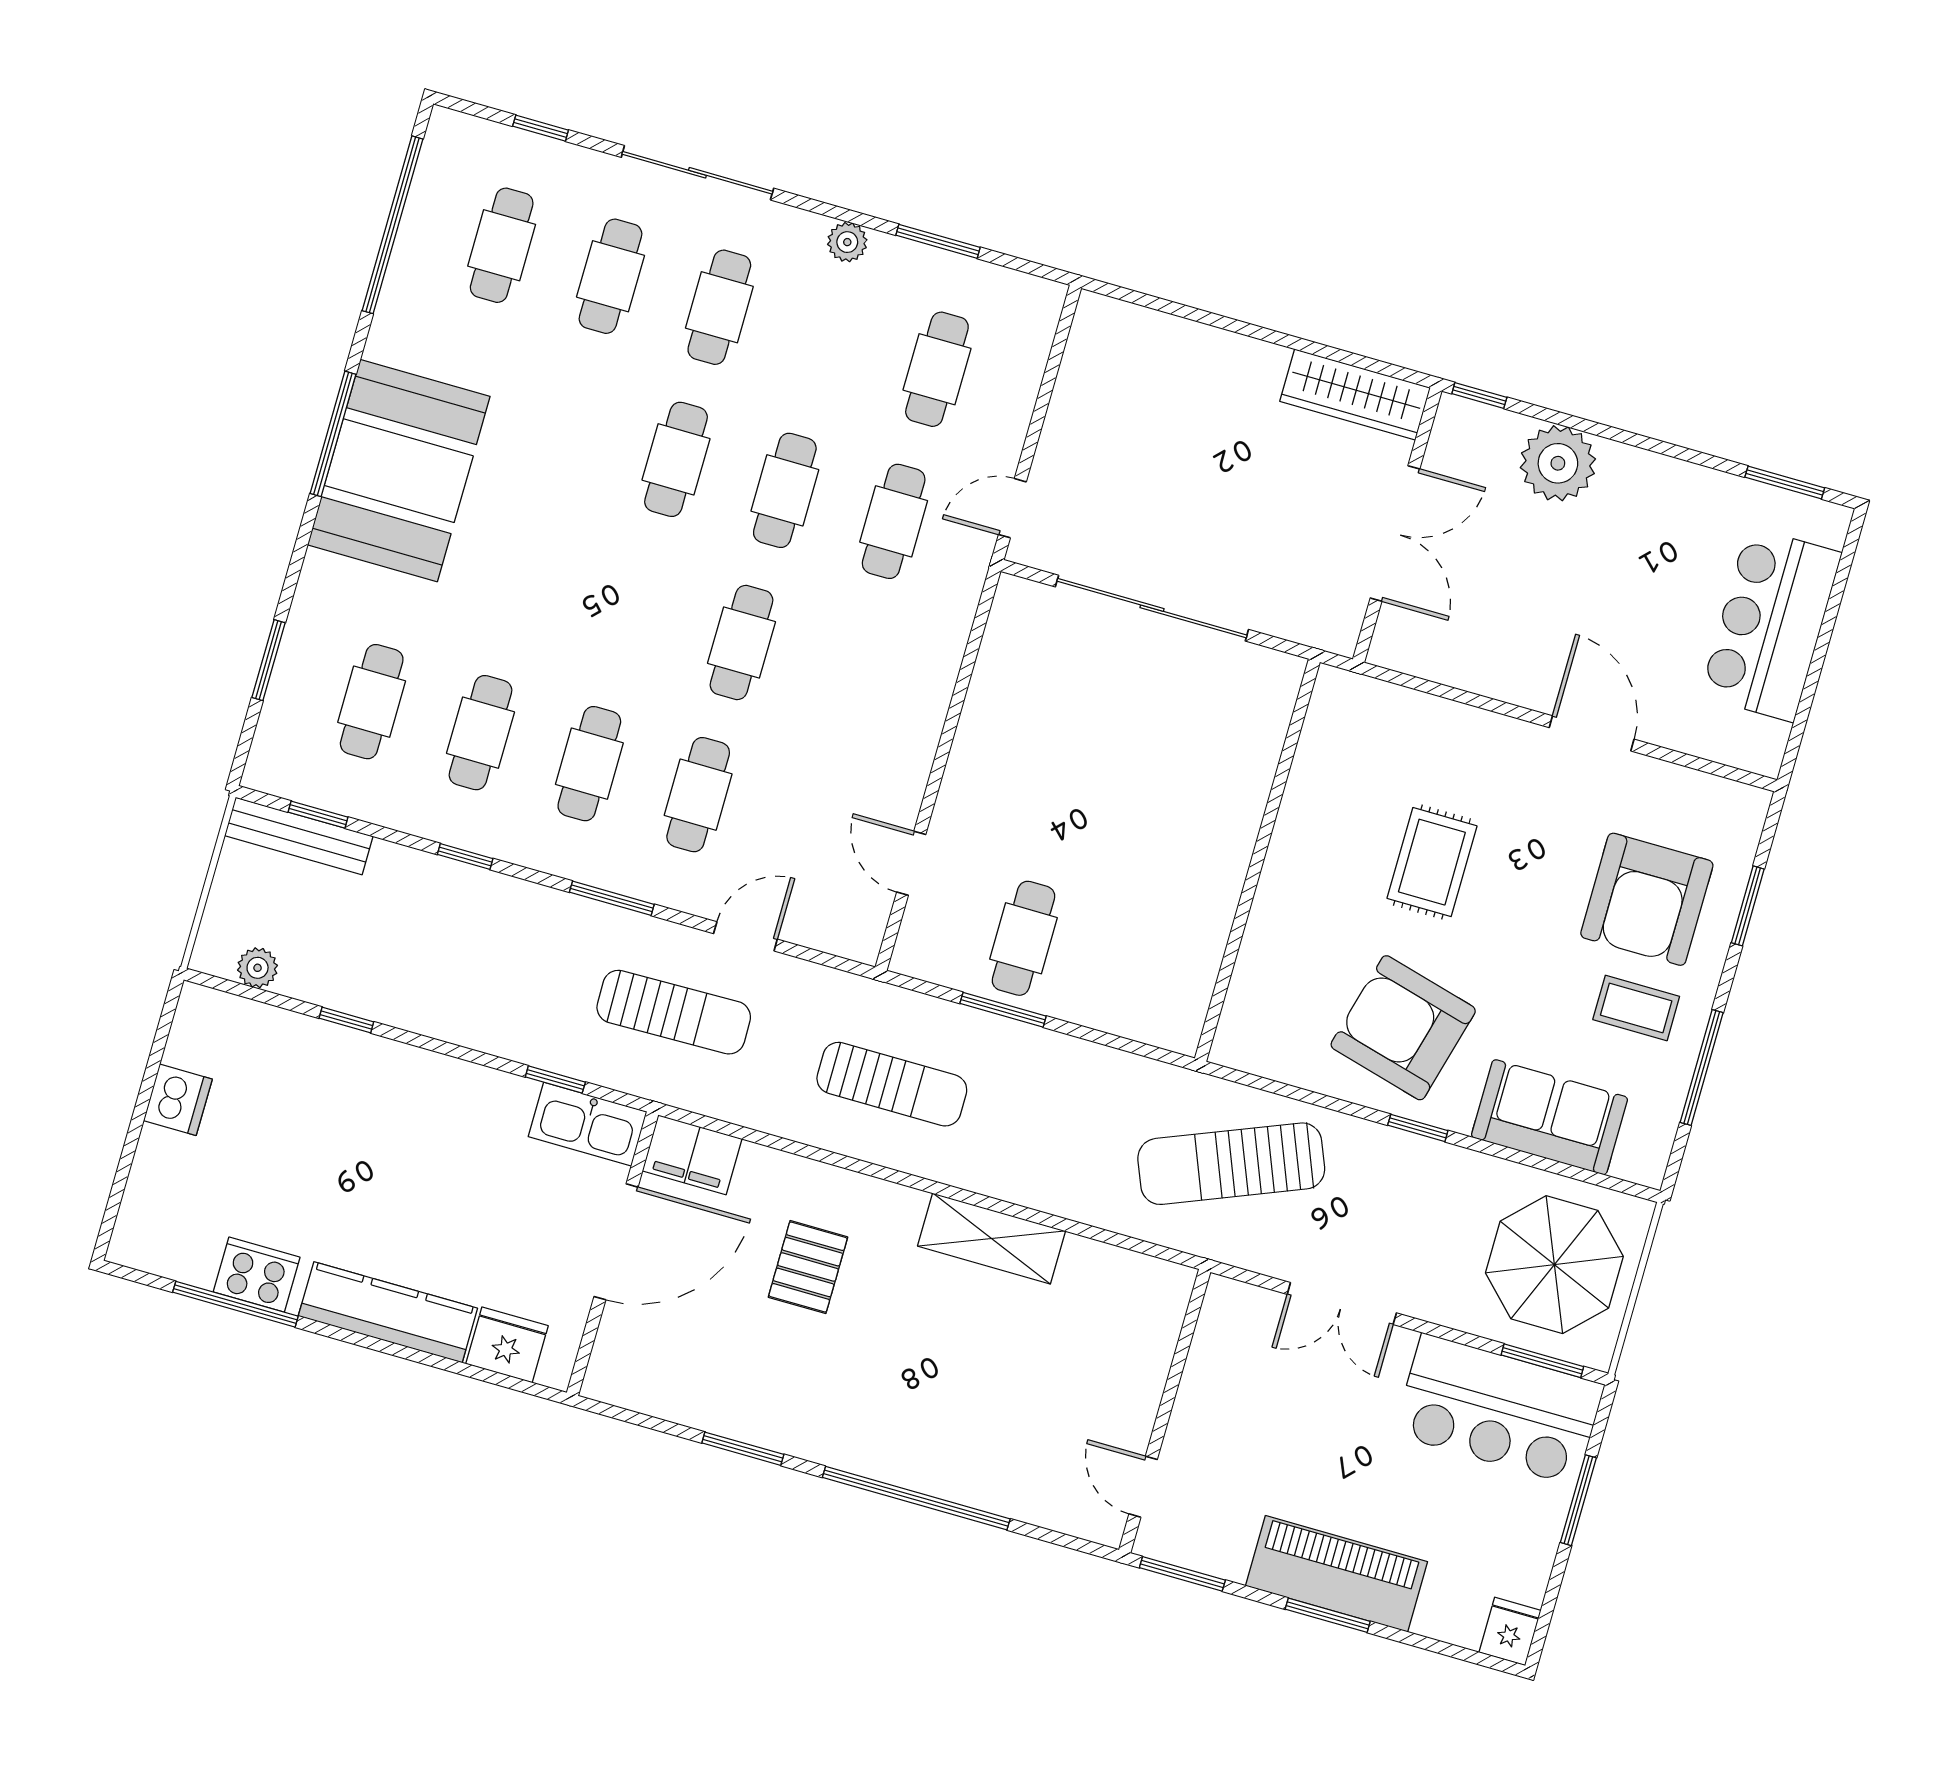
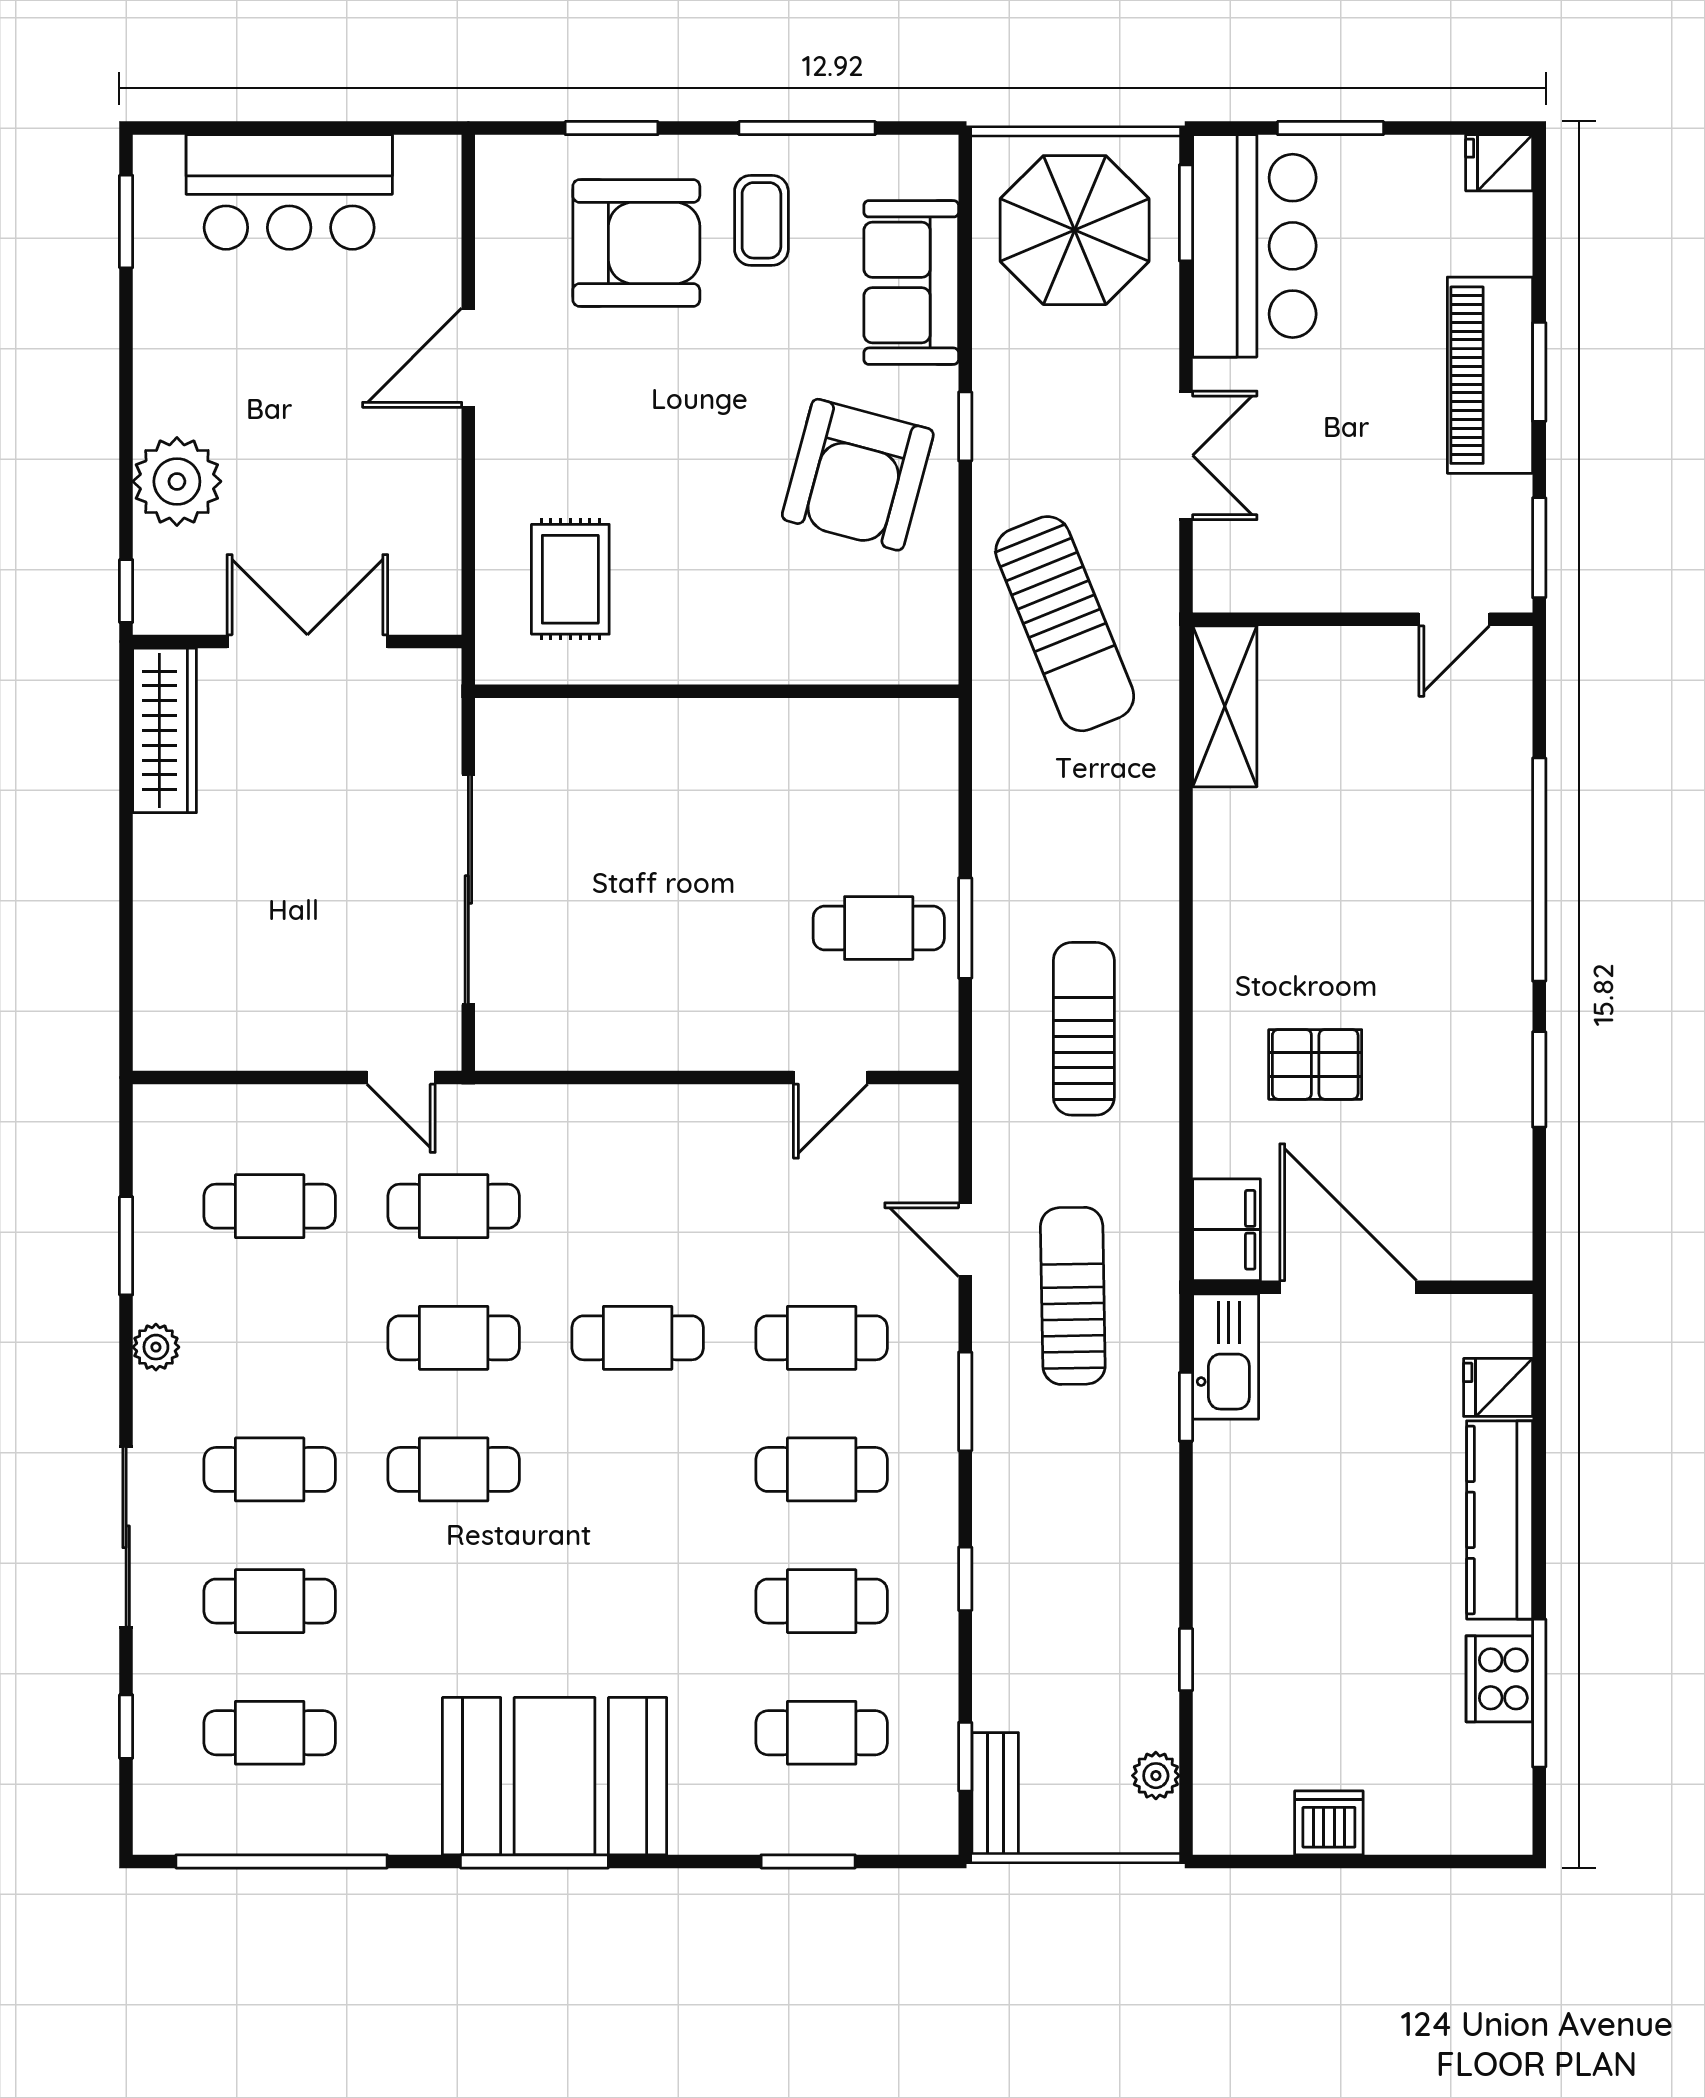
bench: (299, 836) -> (995, 1794), width x0.73
rug: (1432, 862) -> (570, 579), moved, turned 90
shelving: (992, 1238) -> (1225, 706), moved
fridge: (507, 1345) -> (1498, 1387), width x0.72

